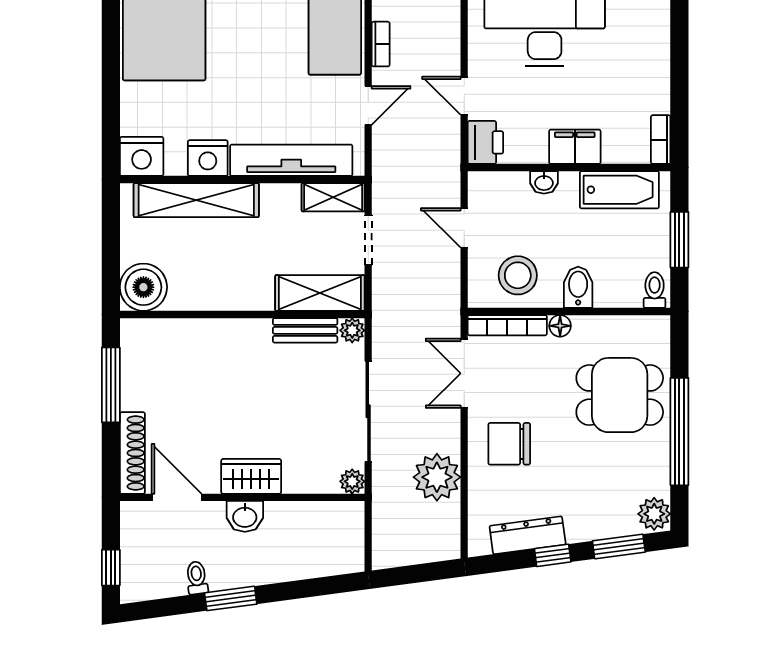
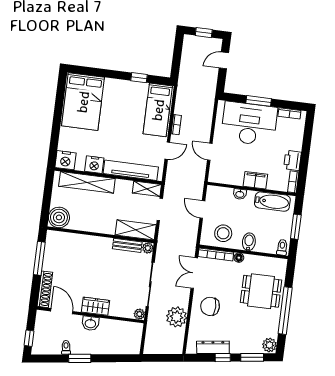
printer: (485, 142) -> (292, 160), moved, turned 180

